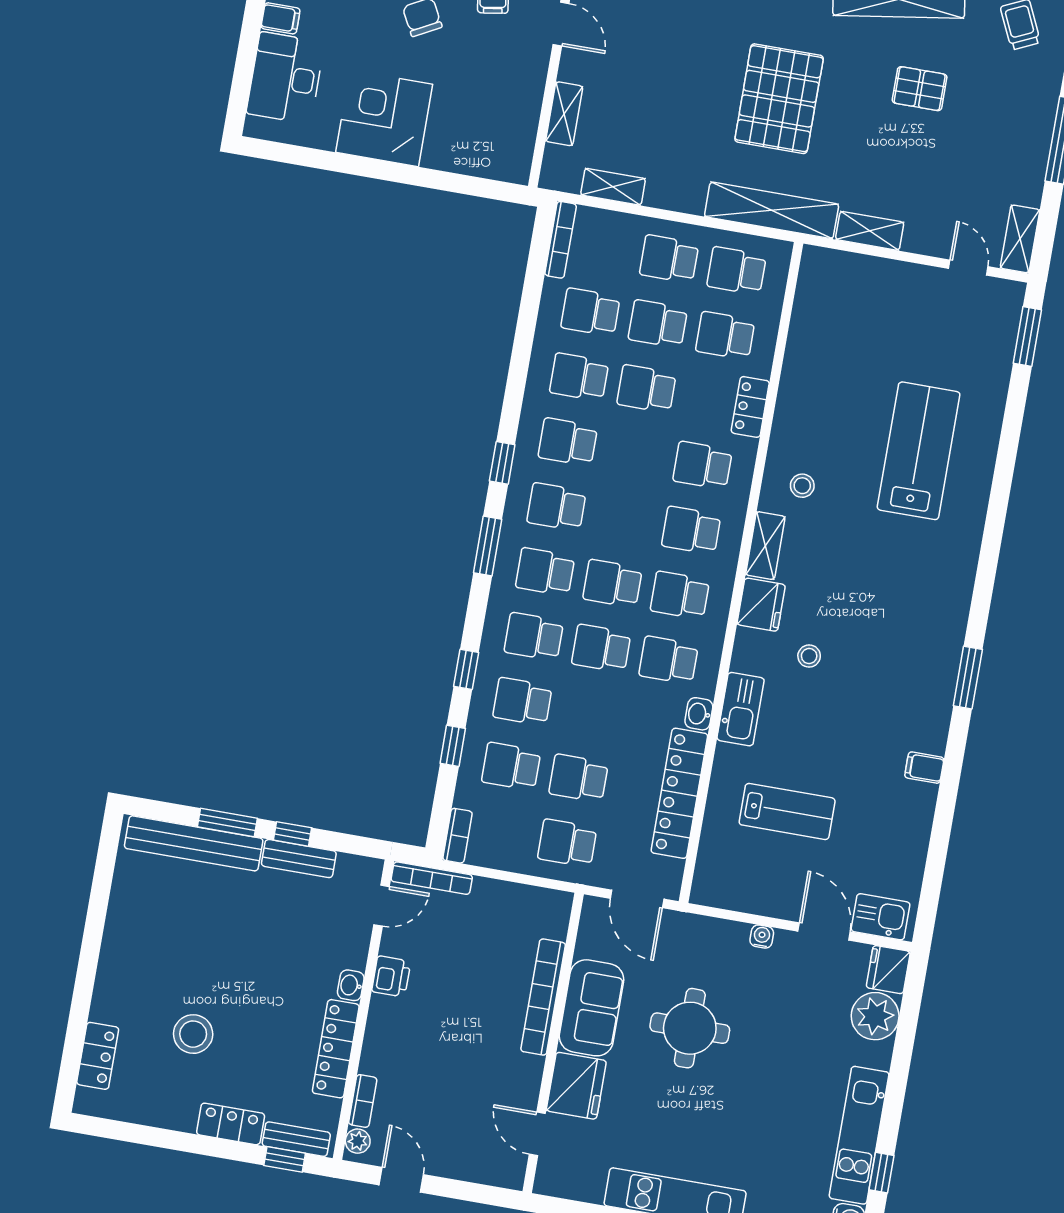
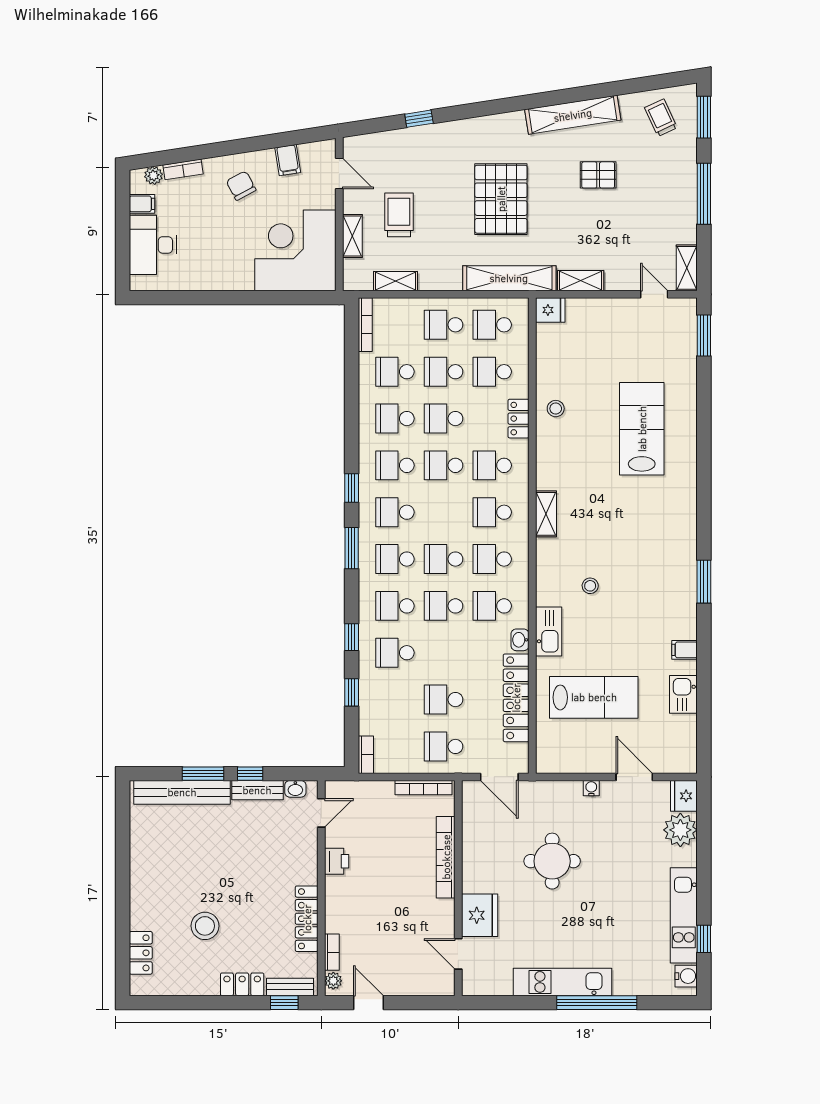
trolley: (634, 96) -> (399, 215), added
corner desk: (384, 118) -> (295, 250), moved, width x1.36, depth x1.36
stool: (802, 486) -> (556, 409), moved
fridge: (761, 605) -> (550, 310), moved, width x0.72
school desk: (511, 766) -> (444, 465), moved
lab bench: (787, 811) -> (594, 697), width x1.36, depth x1.39
bookcase: (432, 878) -> (424, 788), moved
kitchen sink: (881, 917) -> (683, 694), moved, turned -90
washbasin: (351, 985) -> (295, 789), moved, turned -90
sofa: (592, 1008) -> (481, 859), removed

